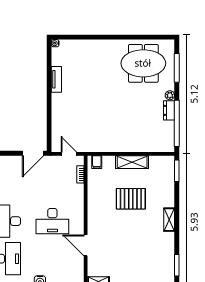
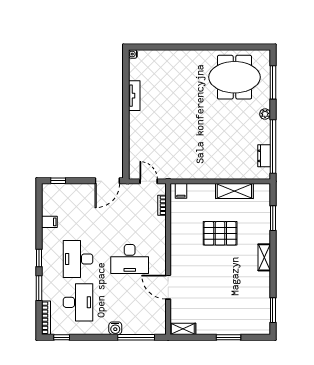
dresser: (169, 110) -> (264, 156), moved
shelving: (132, 162) -> (234, 191), moved
window: (177, 171) -> (273, 218), moved

